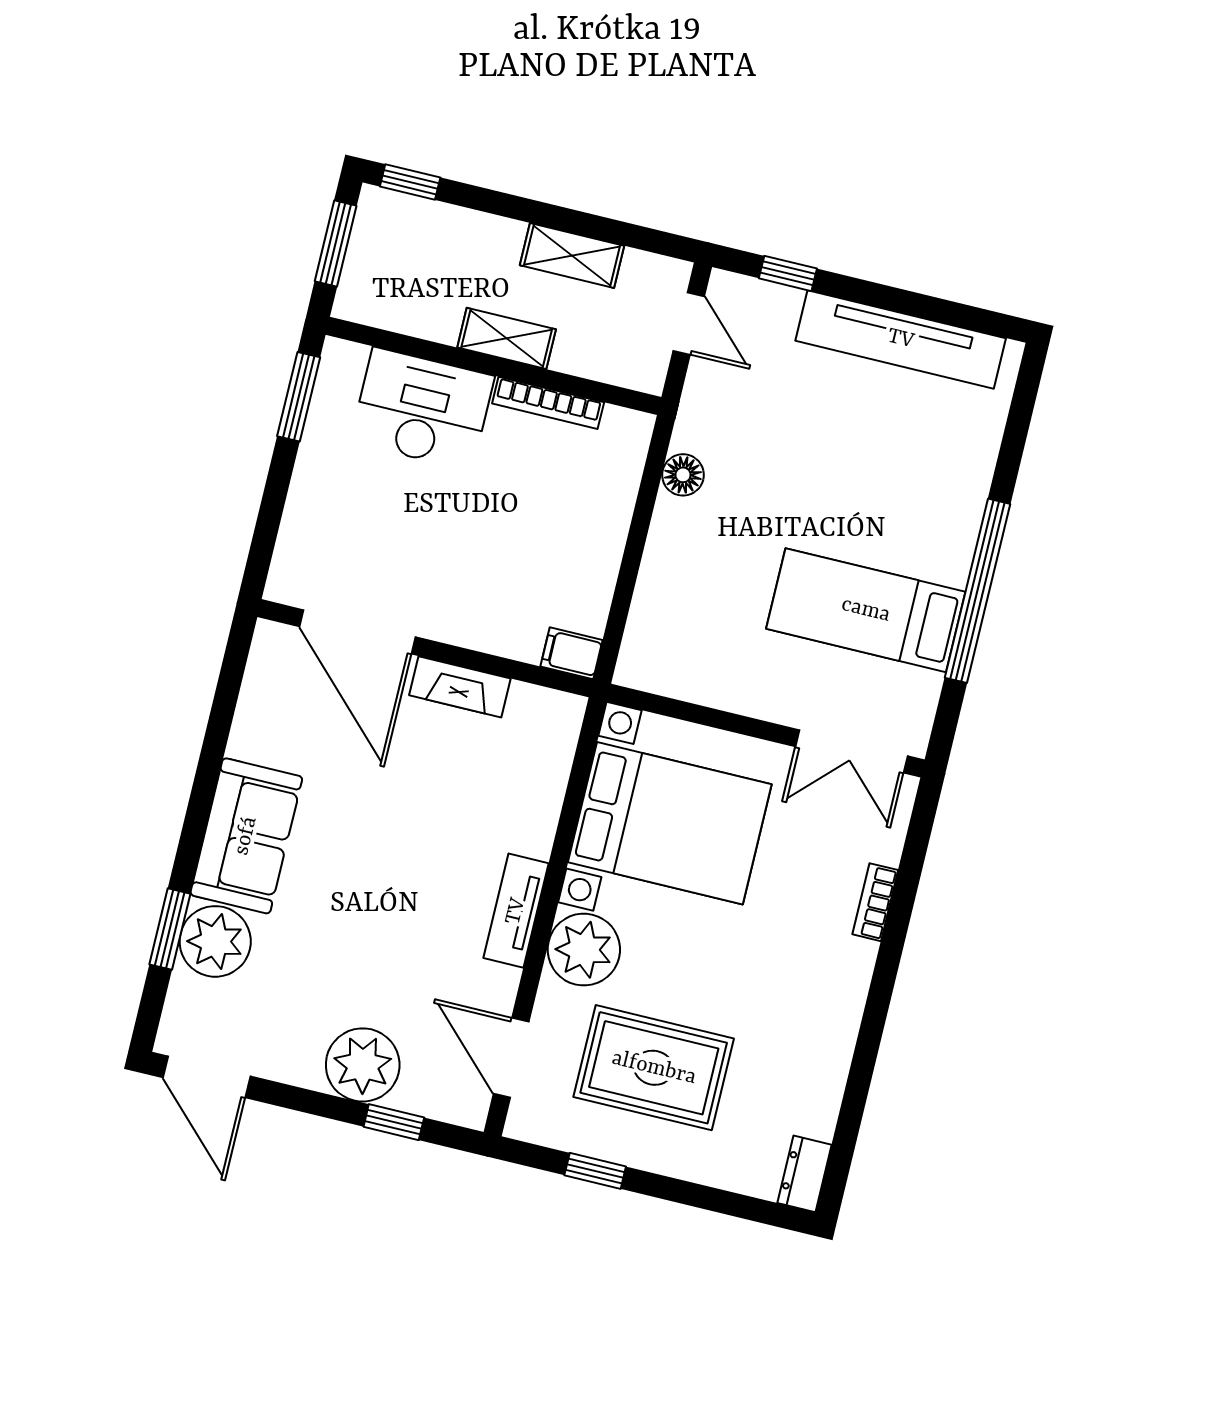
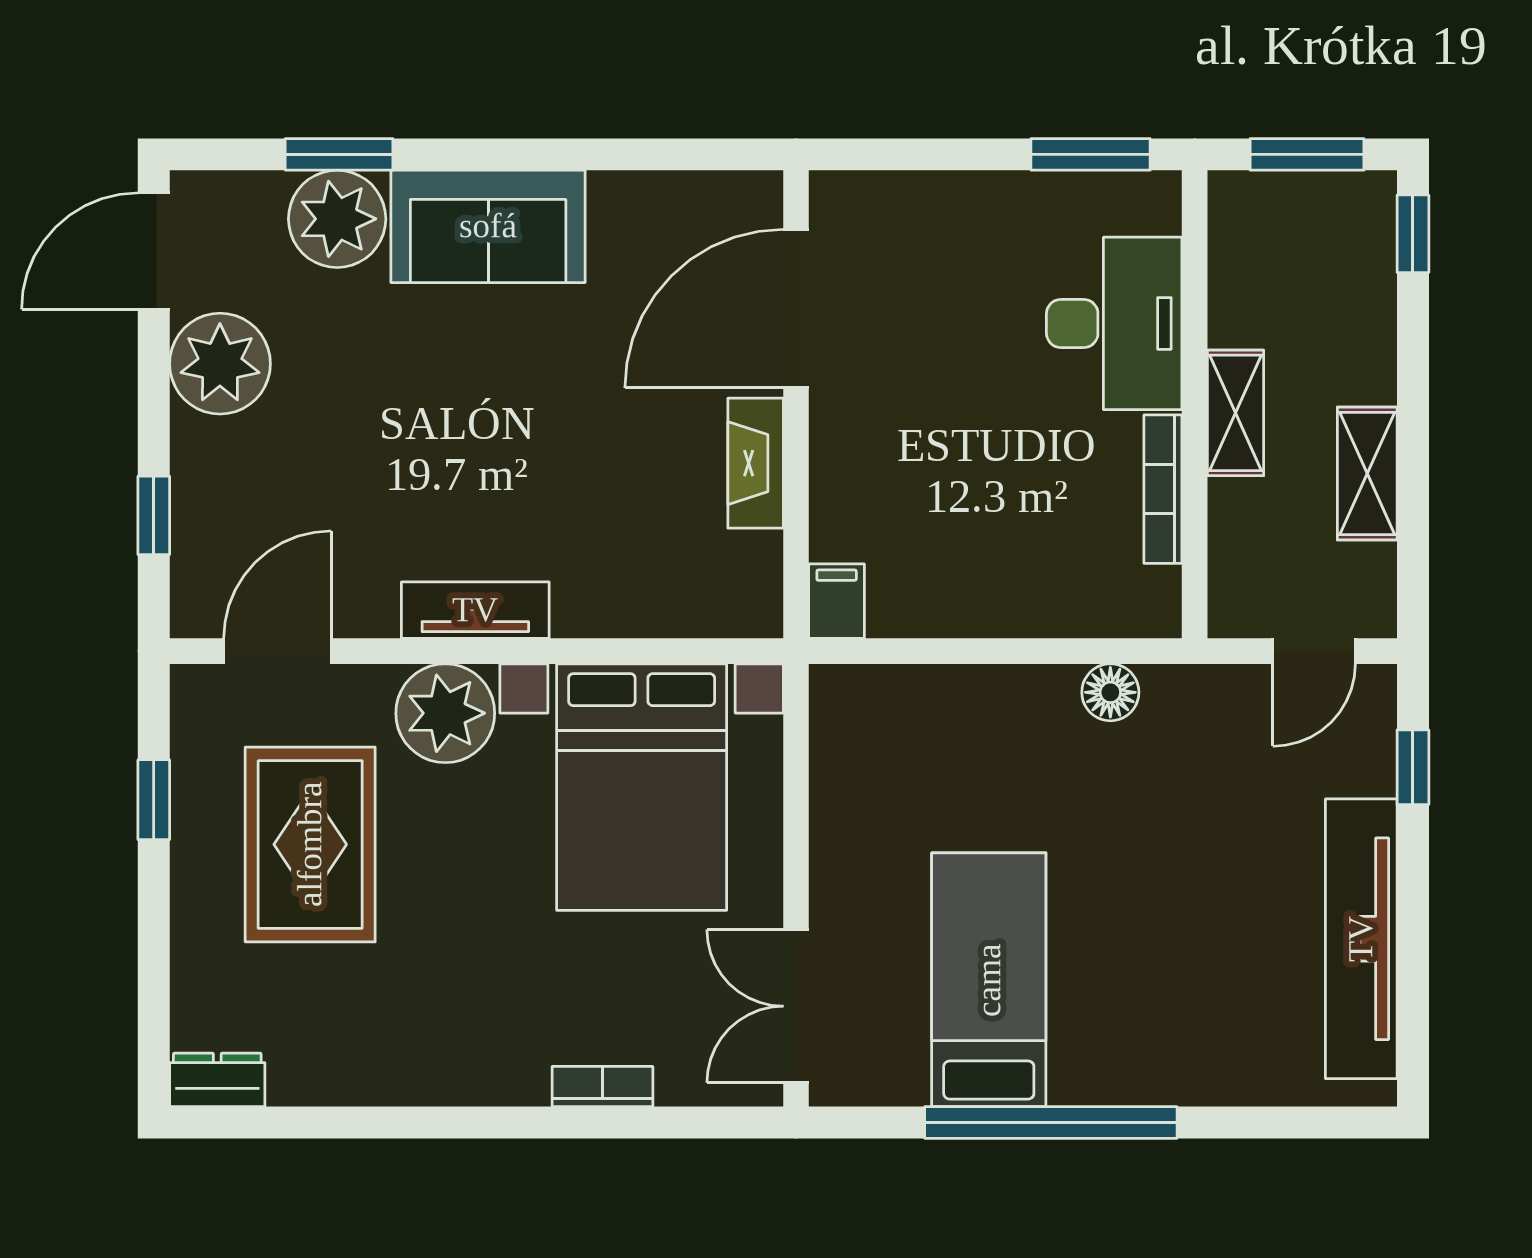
plant: (363, 1065) -> (220, 364), moved

